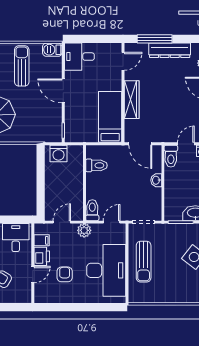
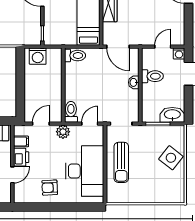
toilet: (171, 156) -> (152, 76), moved, turned -90
toilet: (96, 165) -> (75, 56), moved
armchair: (65, 274) -> (50, 188), moved, turned -93

